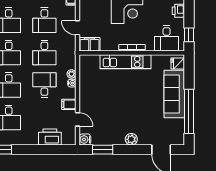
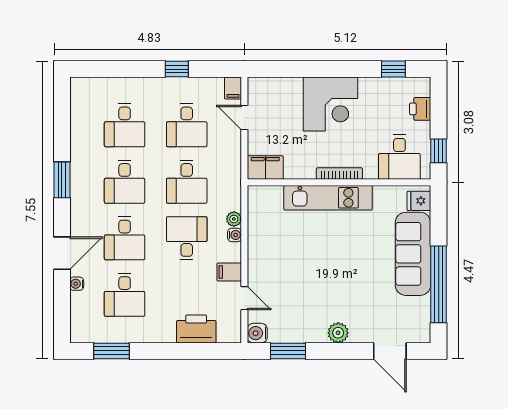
door: (78, 28) -> (244, 118), moved

